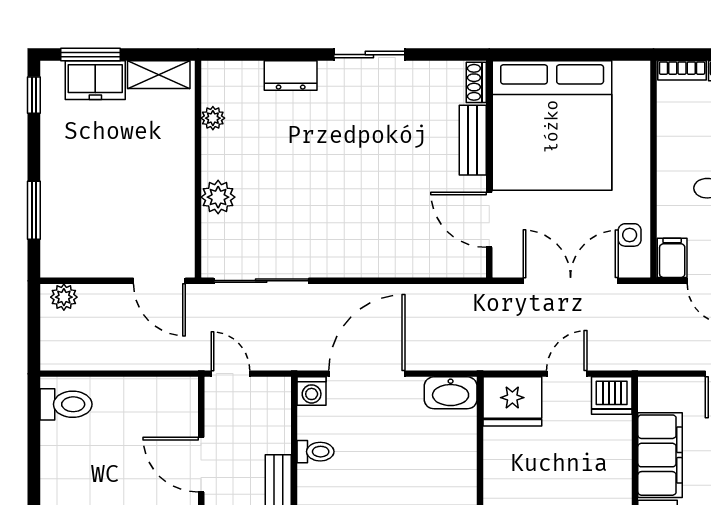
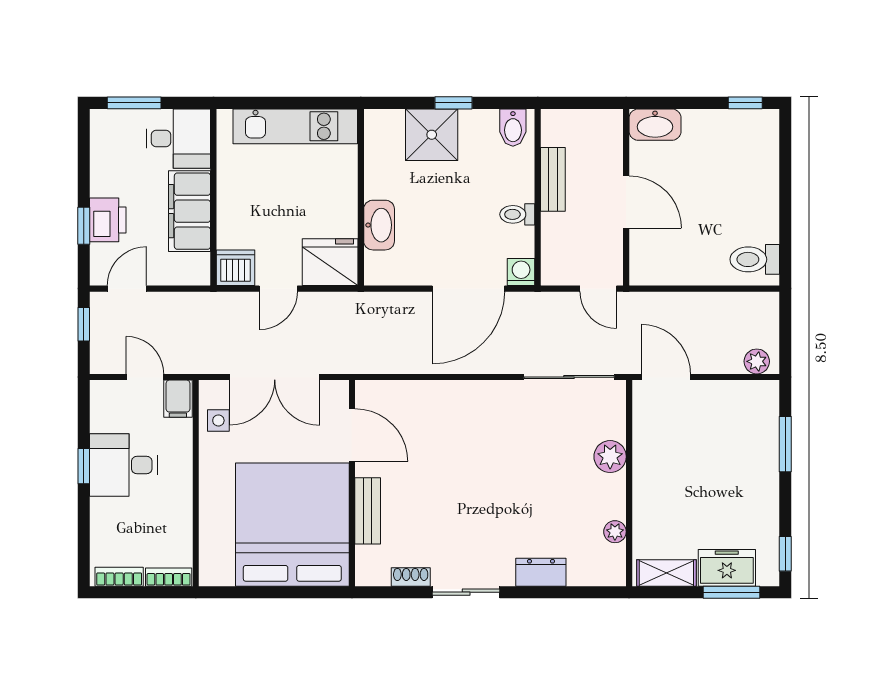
shoe rack: (476, 82) -> (411, 577), moved, turned -90
washbasin: (451, 393) -> (379, 225), moved, turned 90

